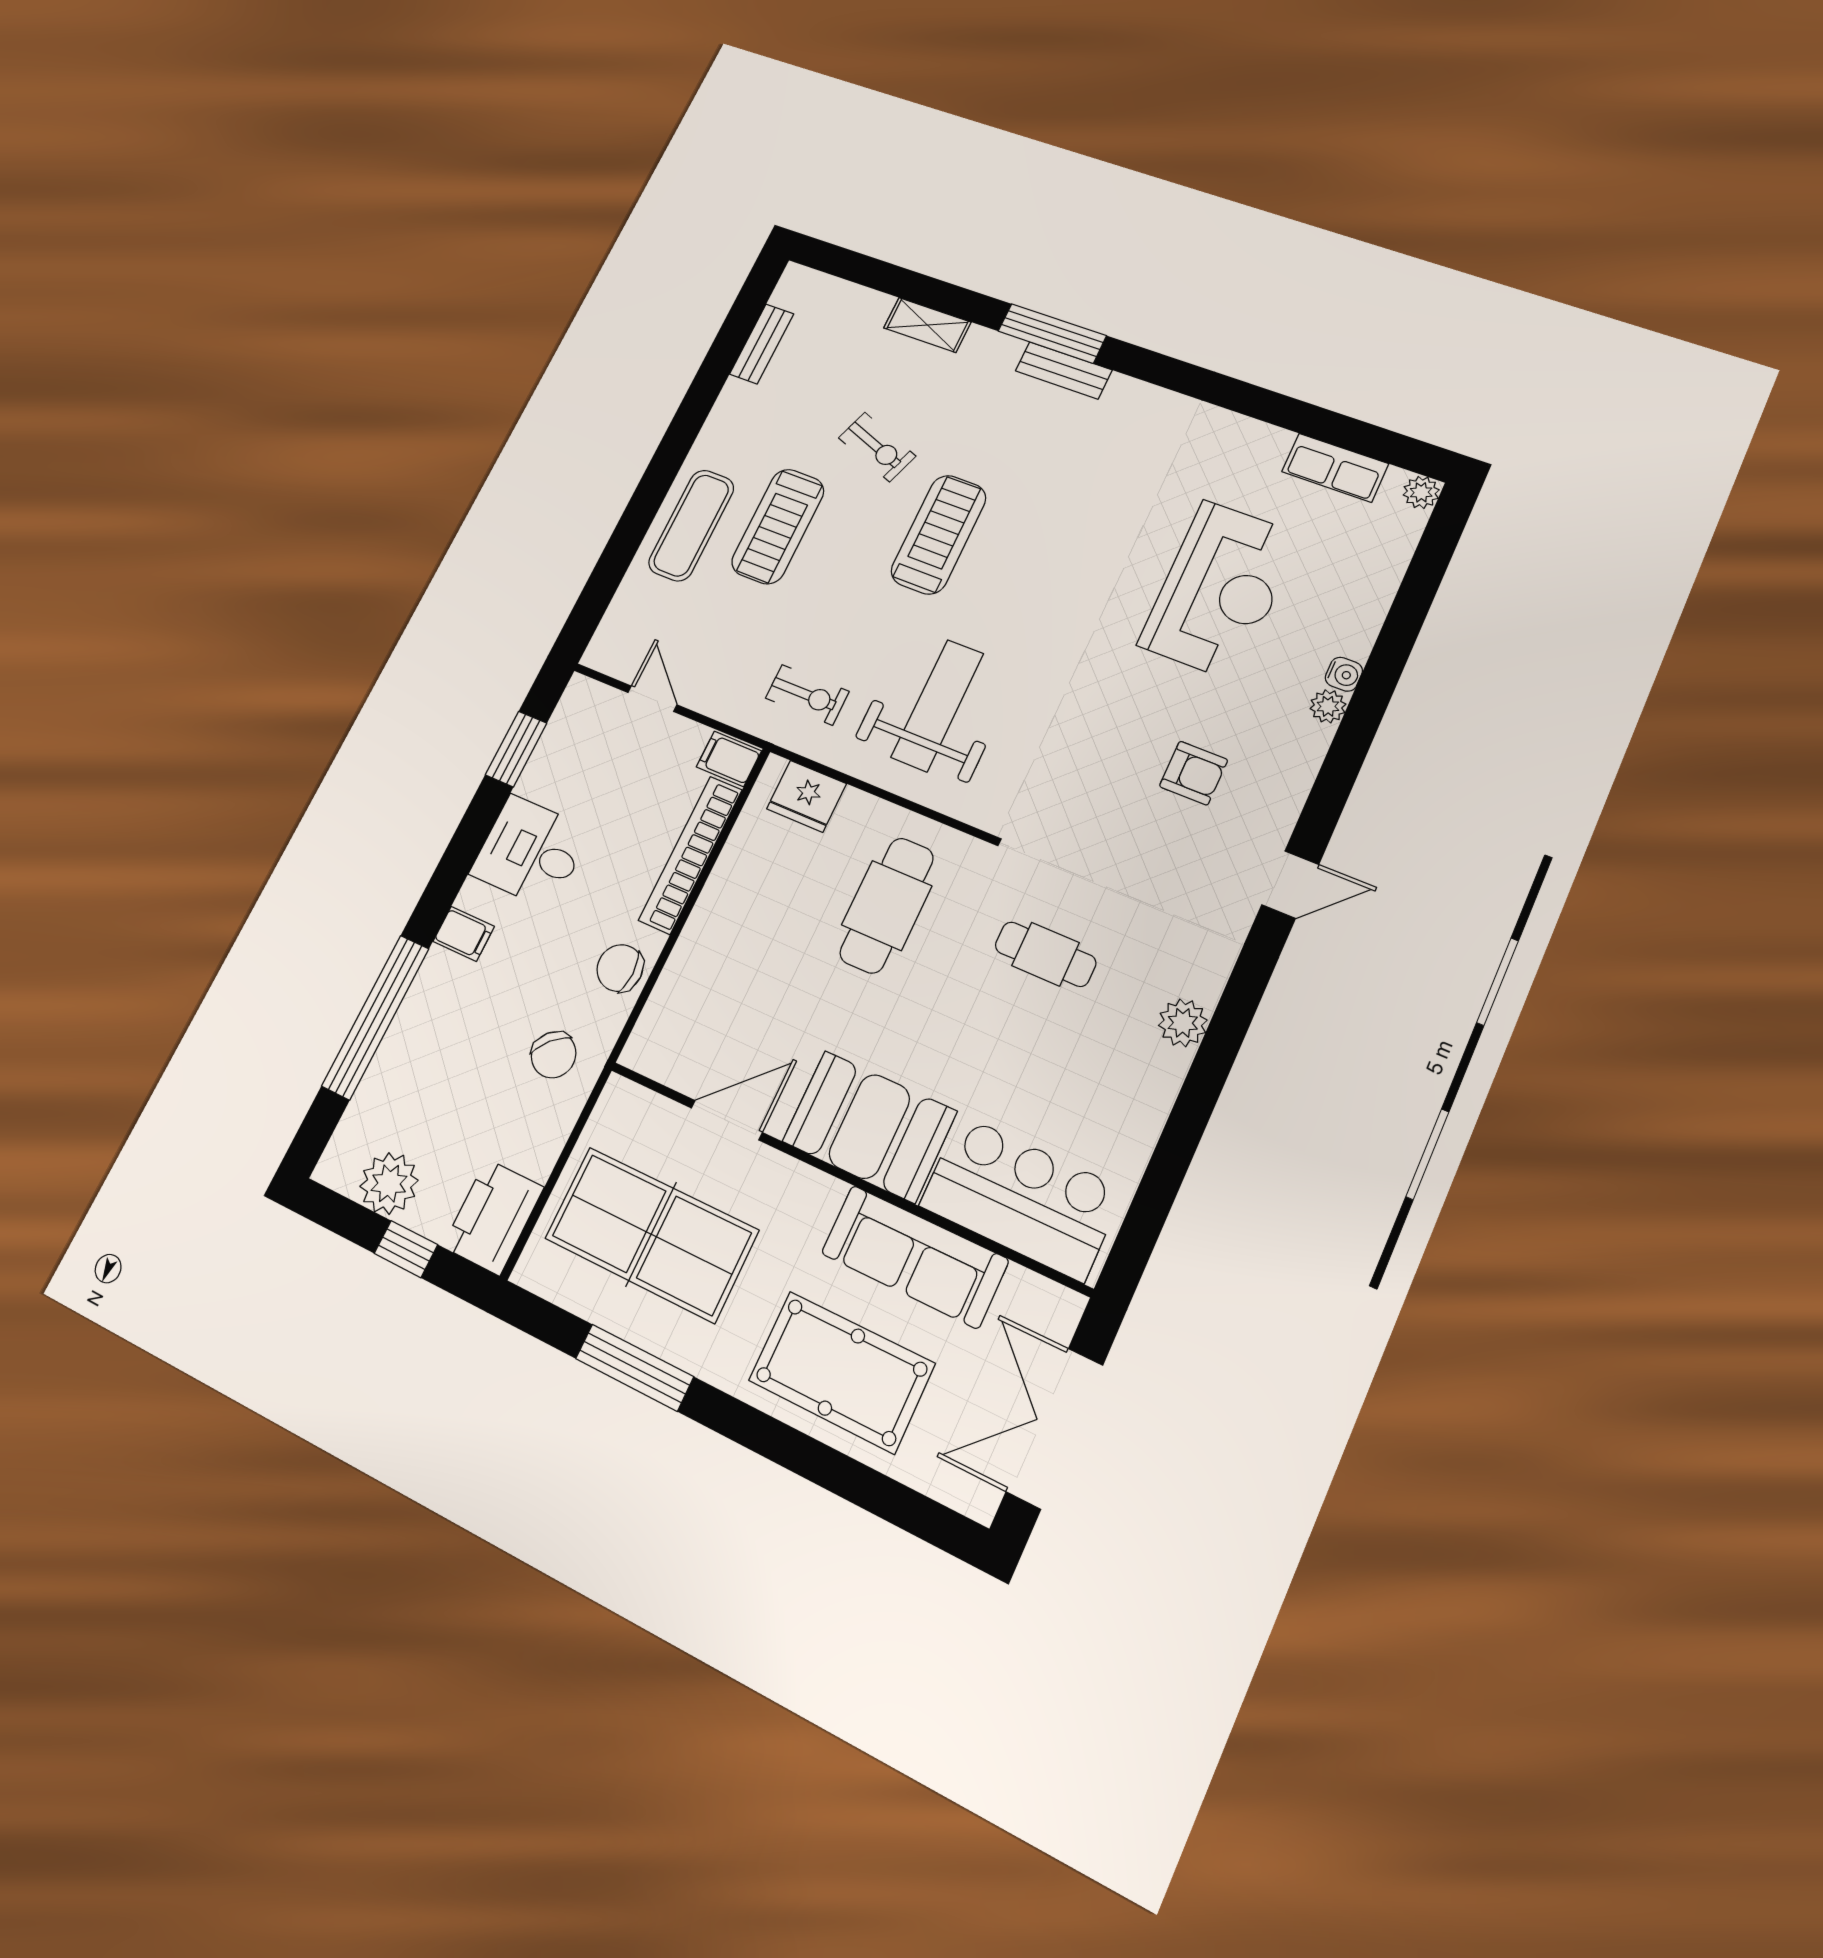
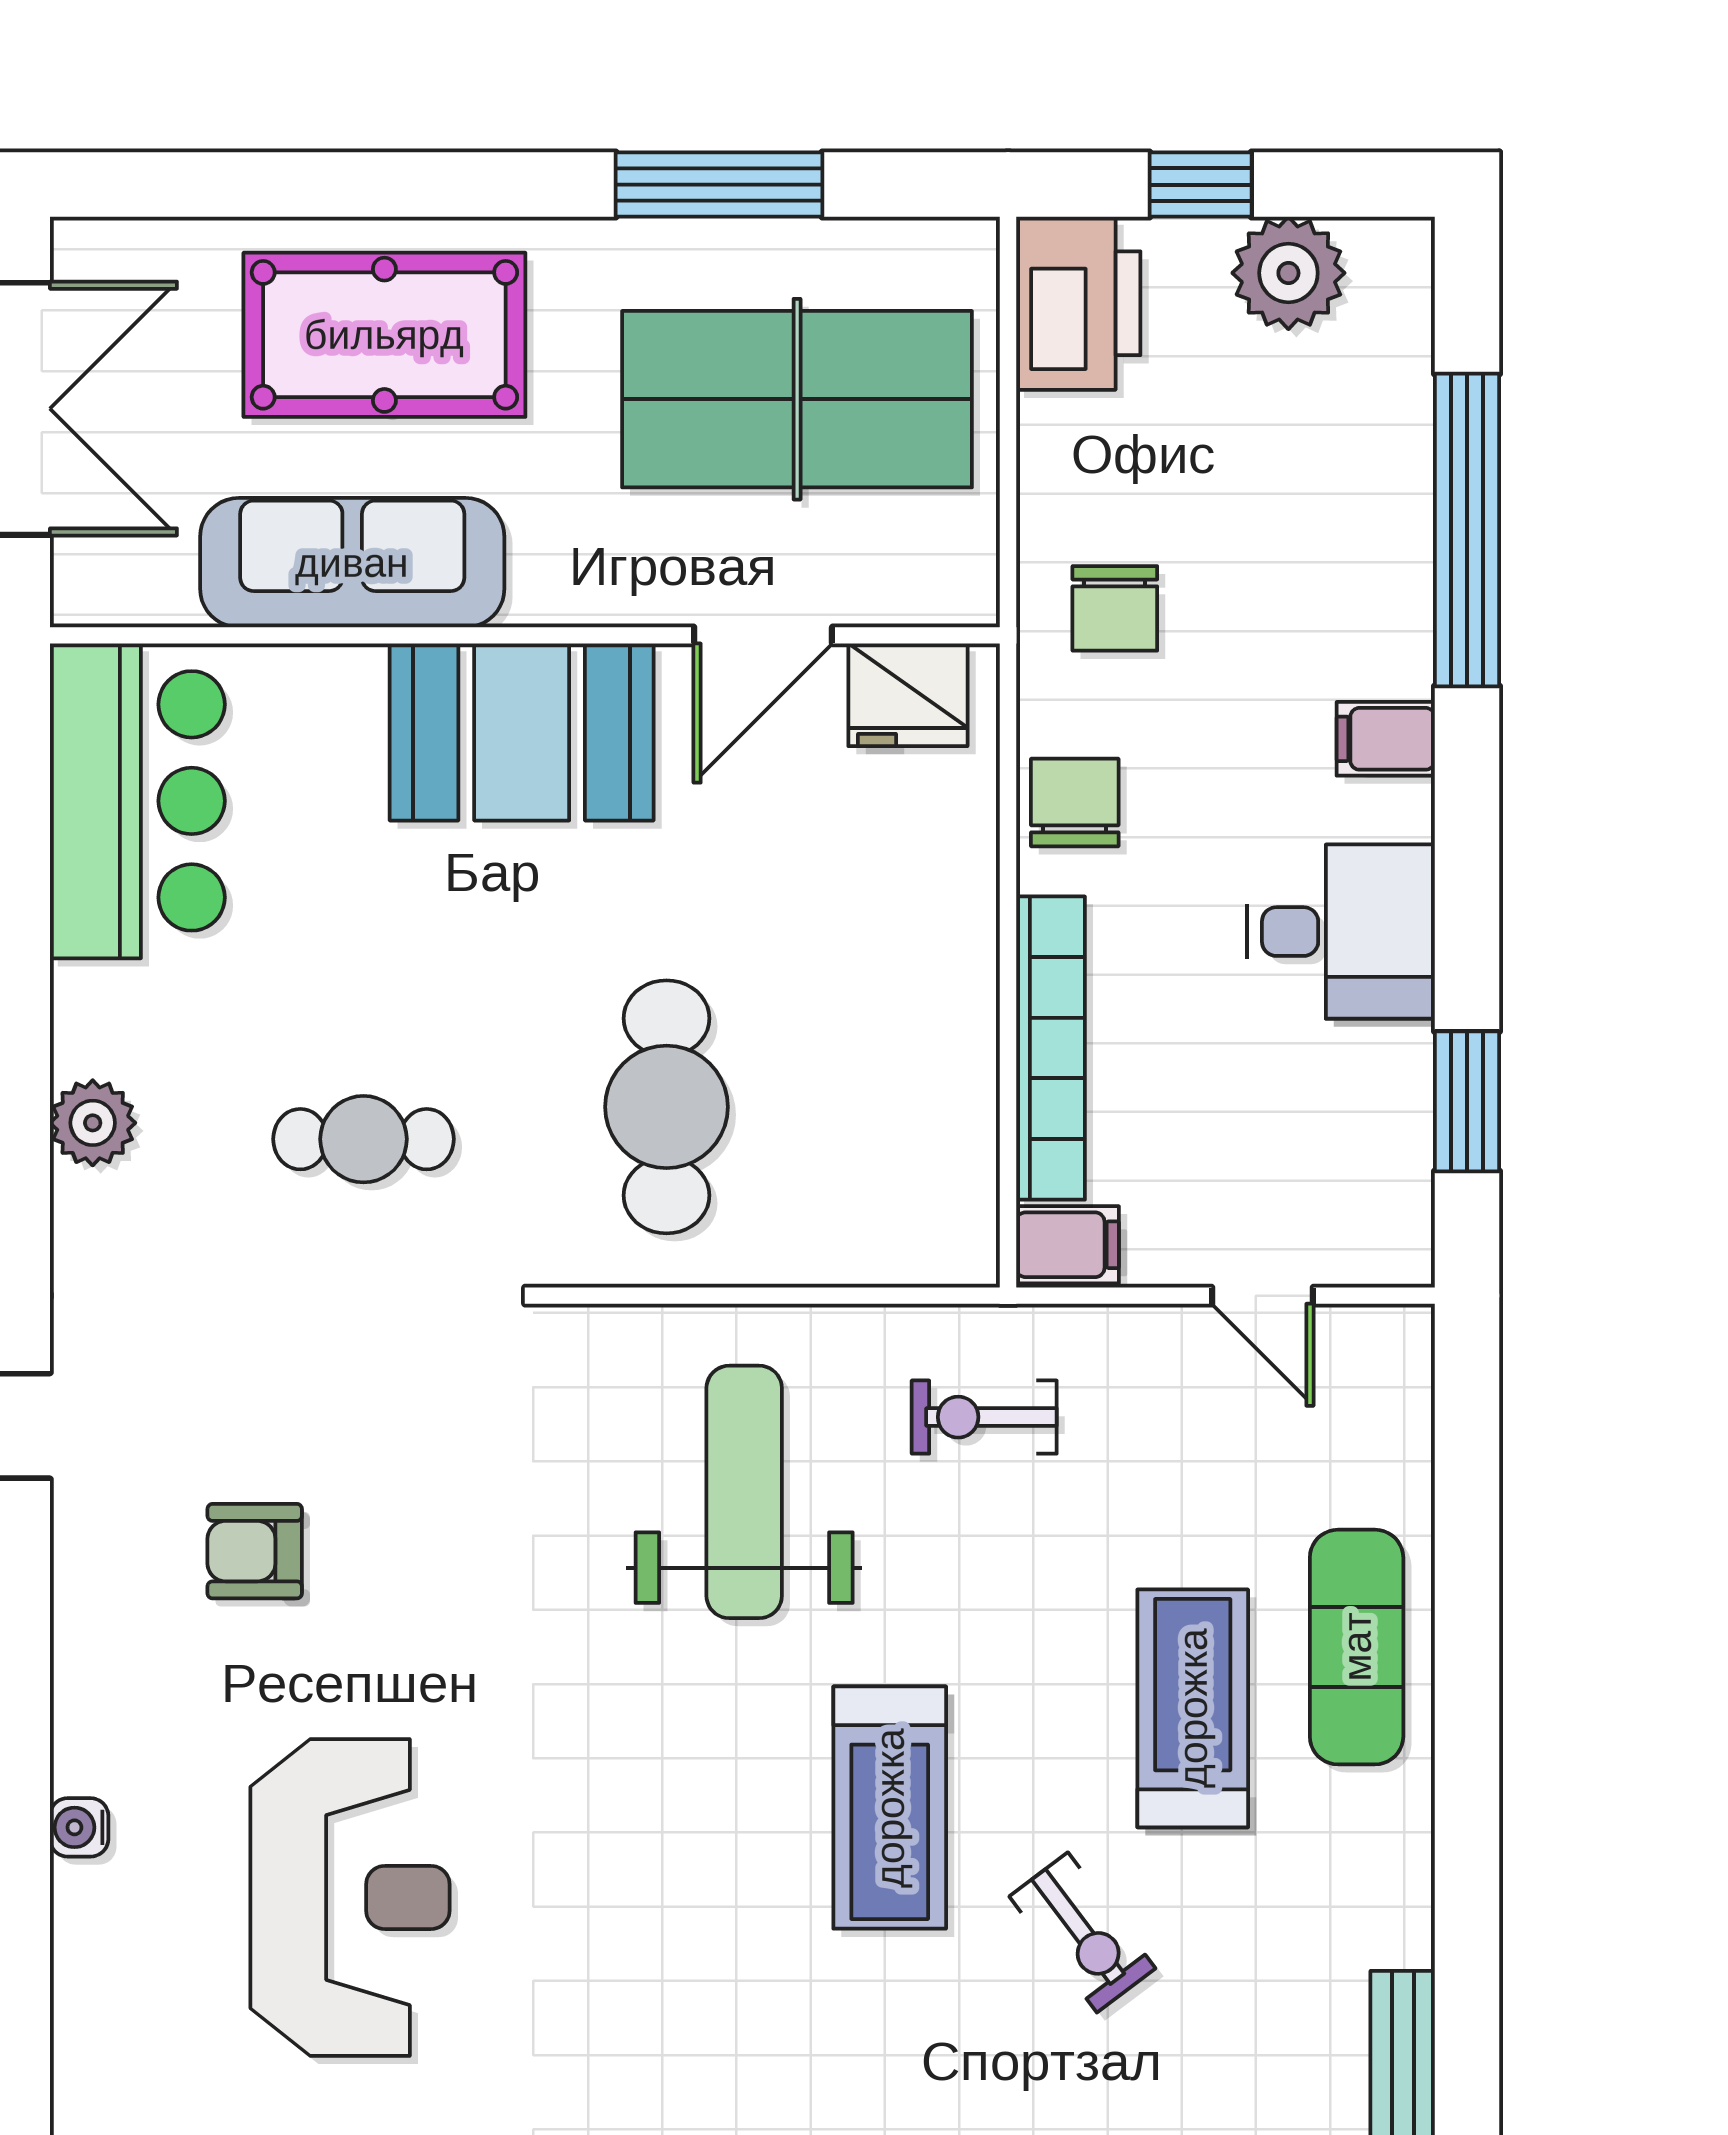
exercise bike: (877, 447) -> (1082, 1932), turned -147
reception desk: (1220, 590) -> (350, 1897), turned 180
weight bench: (937, 705) -> (744, 1492), turned 180
plant: (1328, 706) -> (82, 1760), removed
fridge: (807, 796) -> (908, 695), moved, turned 180
chair: (620, 968) -> (1075, 802), turned -90
chair: (554, 1055) -> (1115, 608), turned -135
bar counter: (1021, 1198) -> (137, 801), moved, turned -90

